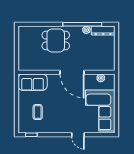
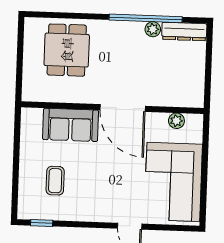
dining table: (56, 40) -> (67, 50), moved, turned 90
sofa: (33, 82) -> (71, 125), moved

